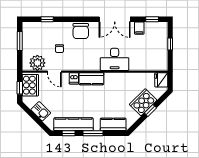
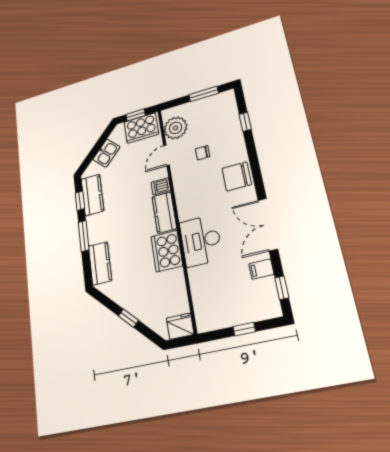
cooker: (143, 102) -> (167, 251), moved, turned -135
kitchen counter: (73, 124) -> (92, 195), width x0.67

